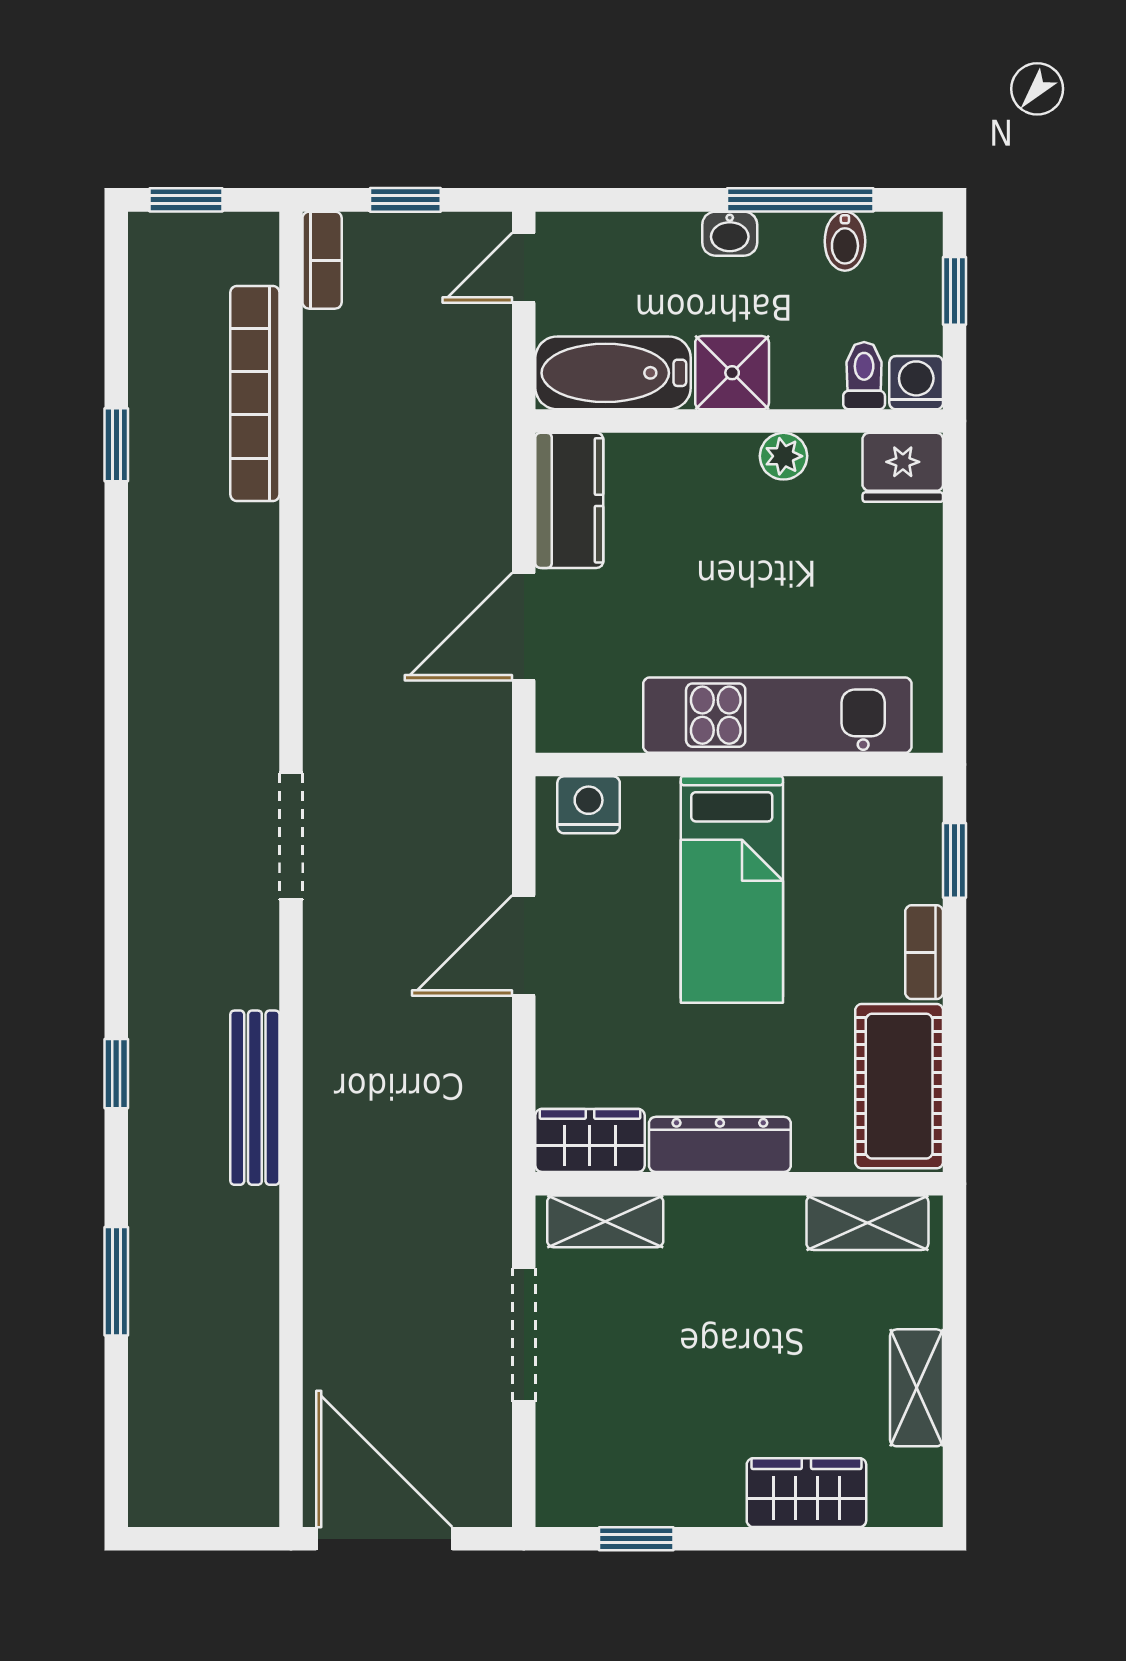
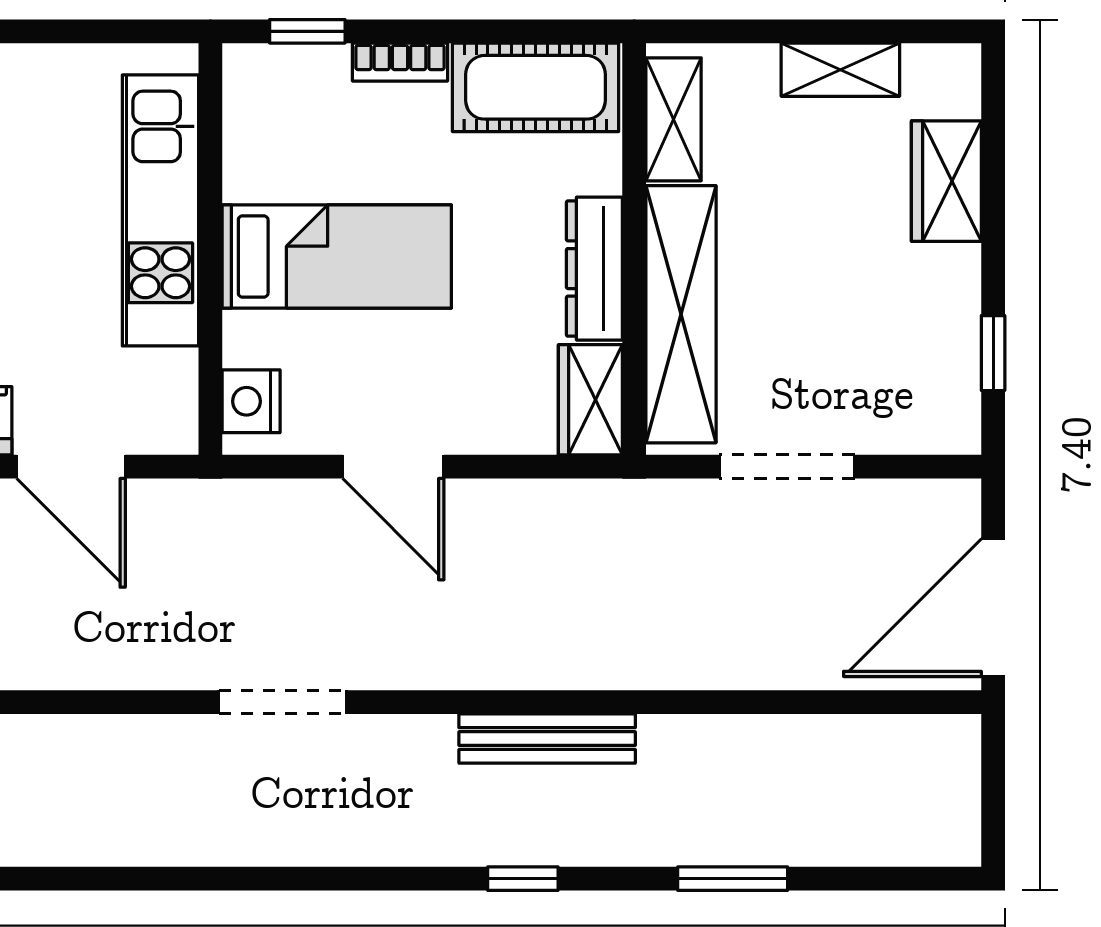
shelving: (605, 1221) -> (681, 314), width x2.20, depth x1.33

